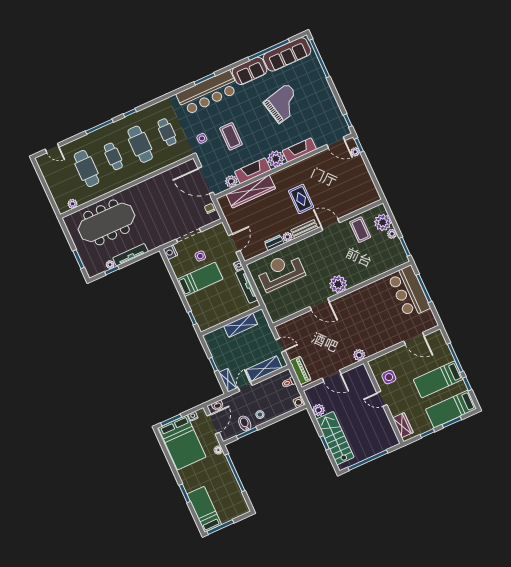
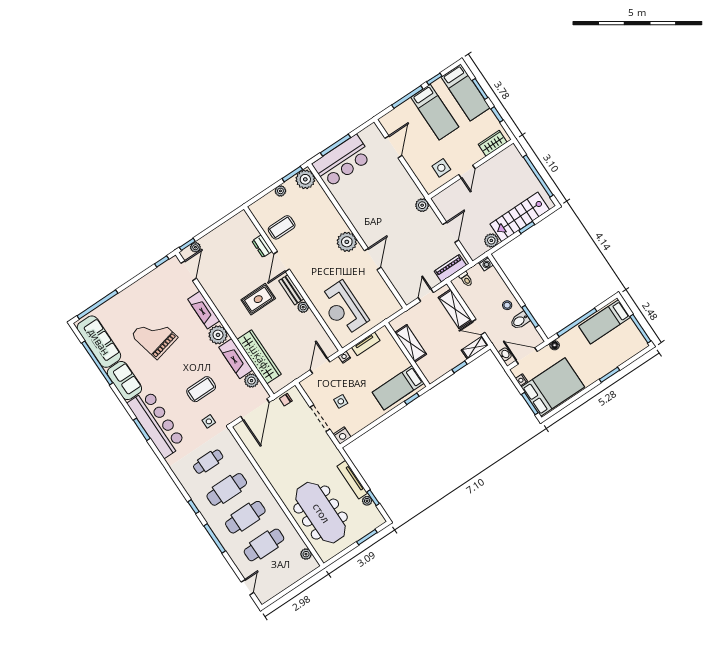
cafe table: (113, 156) -> (245, 517), width x1.37, depth x1.35
plant: (383, 222) -> (305, 179), moved
door: (234, 243) -> (320, 366), hinge flipped
dresser: (274, 243) -> (262, 246), moved
bed: (200, 279) -> (398, 388), moved, turned -90
tv unit: (247, 286) -> (366, 344), width x0.71
bed: (204, 509) -> (605, 322), moved

